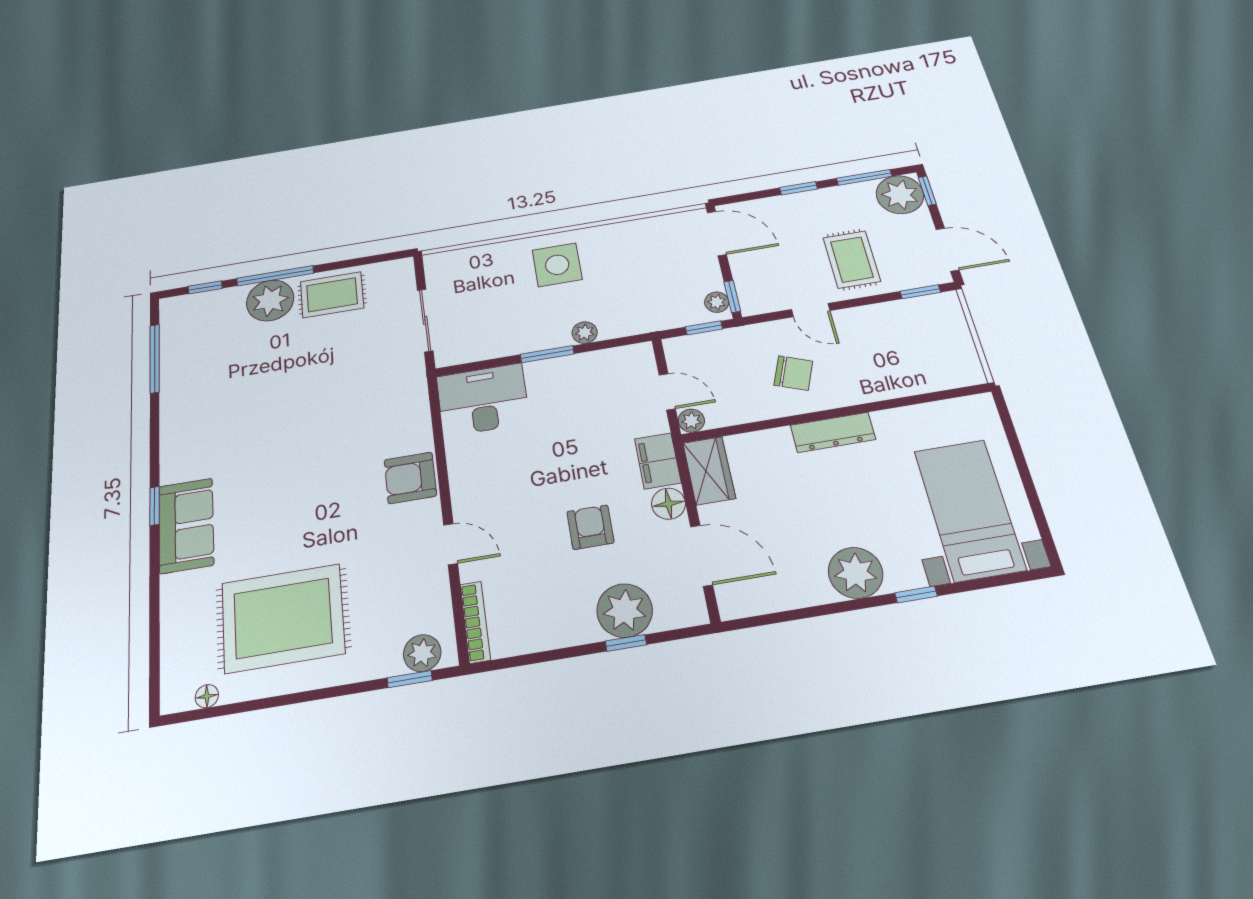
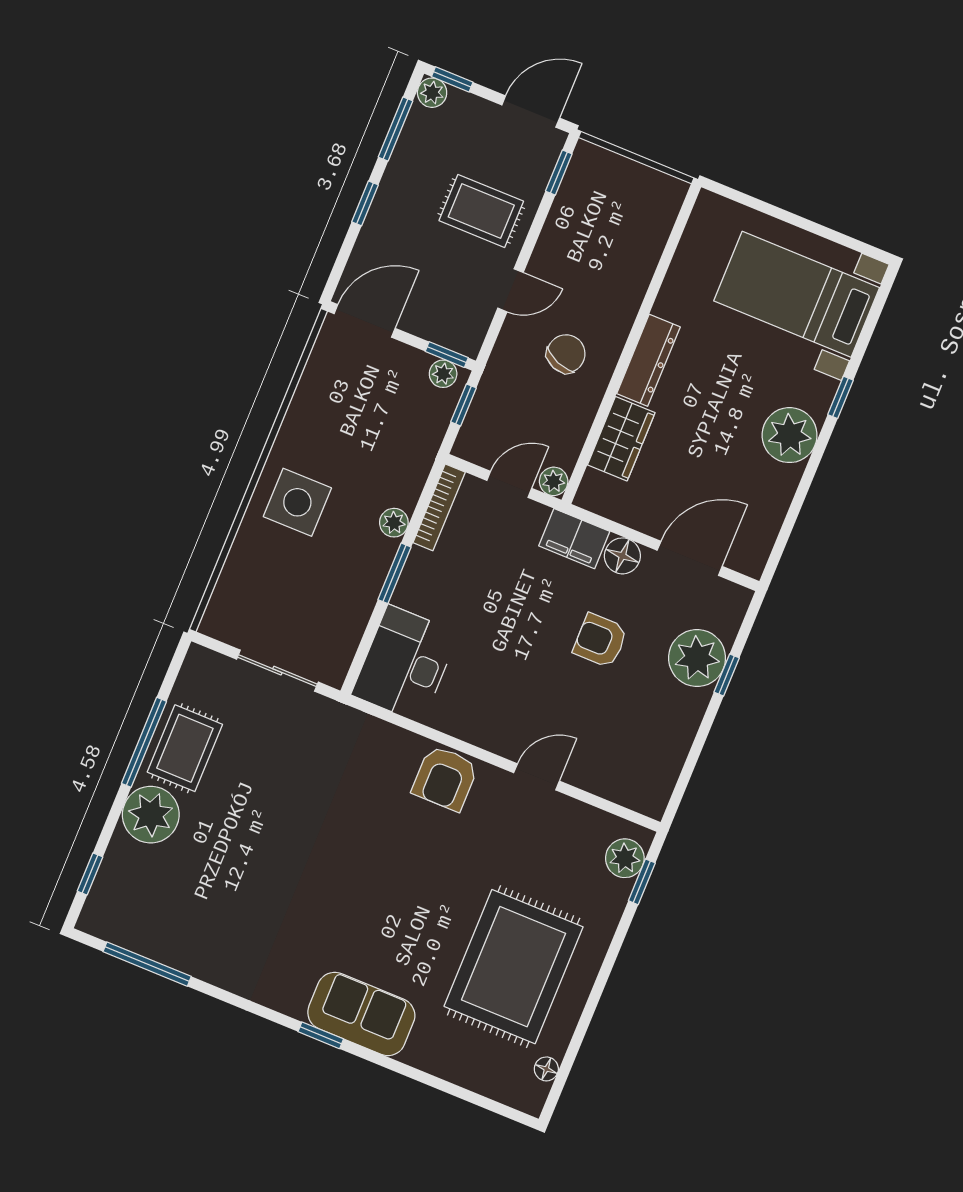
plant: (900, 195) -> (432, 93), width x0.53, depth x0.53
window: (275, 276) -> (144, 742), moved
wardrobe: (709, 471) -> (621, 439), moved, turned 90
bookcase: (475, 622) -> (439, 507), moved, turned 90

